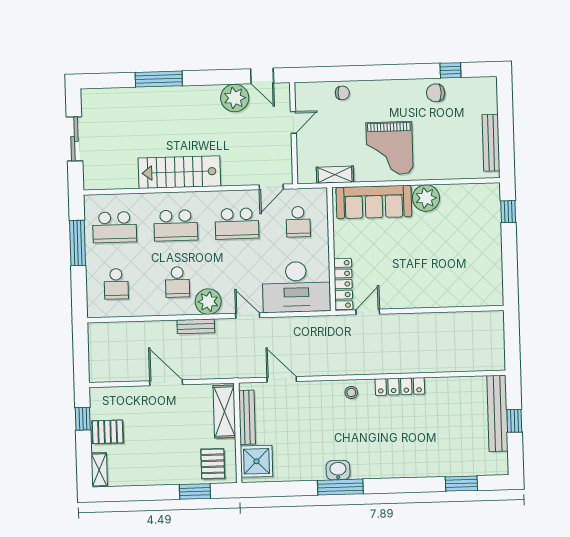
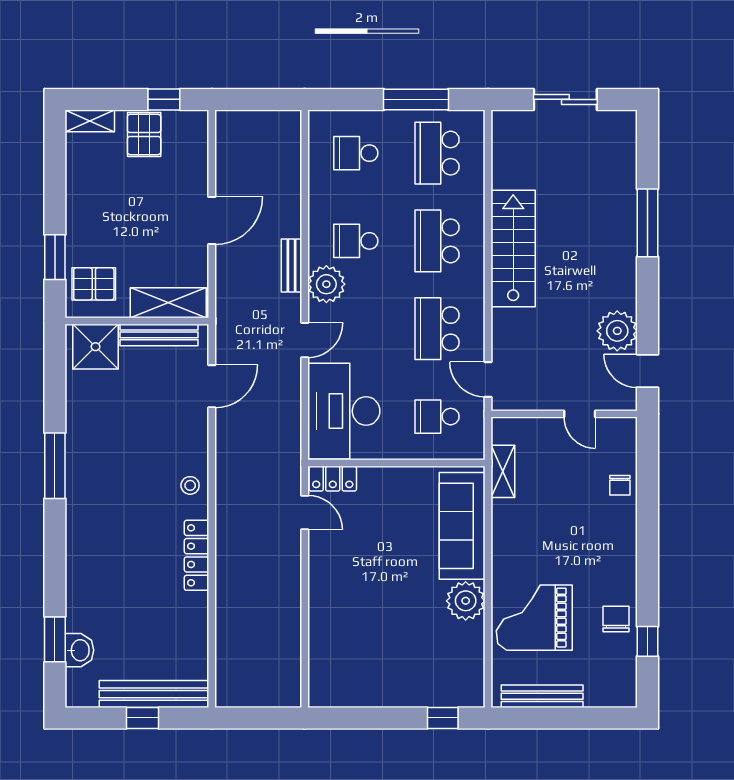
door: (262, 76) -> (648, 371), hinge flipped
grand piano: (390, 148) -> (534, 618), moved
locker: (343, 284) -> (333, 479), width x0.66
washbasin: (338, 470) -> (79, 650), moved

